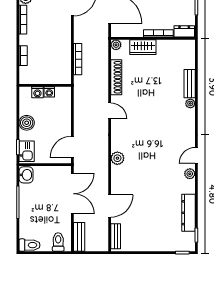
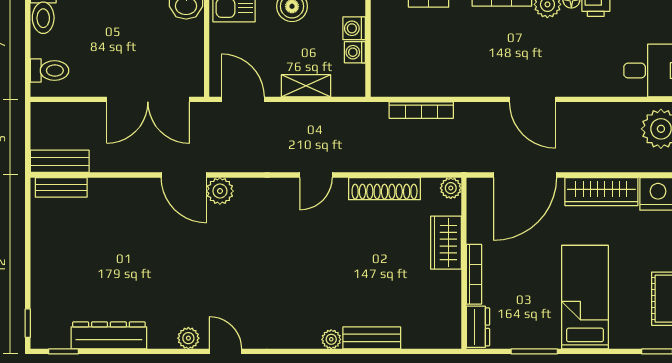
shelving: (66, 116) -> (306, 86), added
door: (110, 206) -> (184, 175), moved
bench: (79, 237) -> (60, 161), moved

